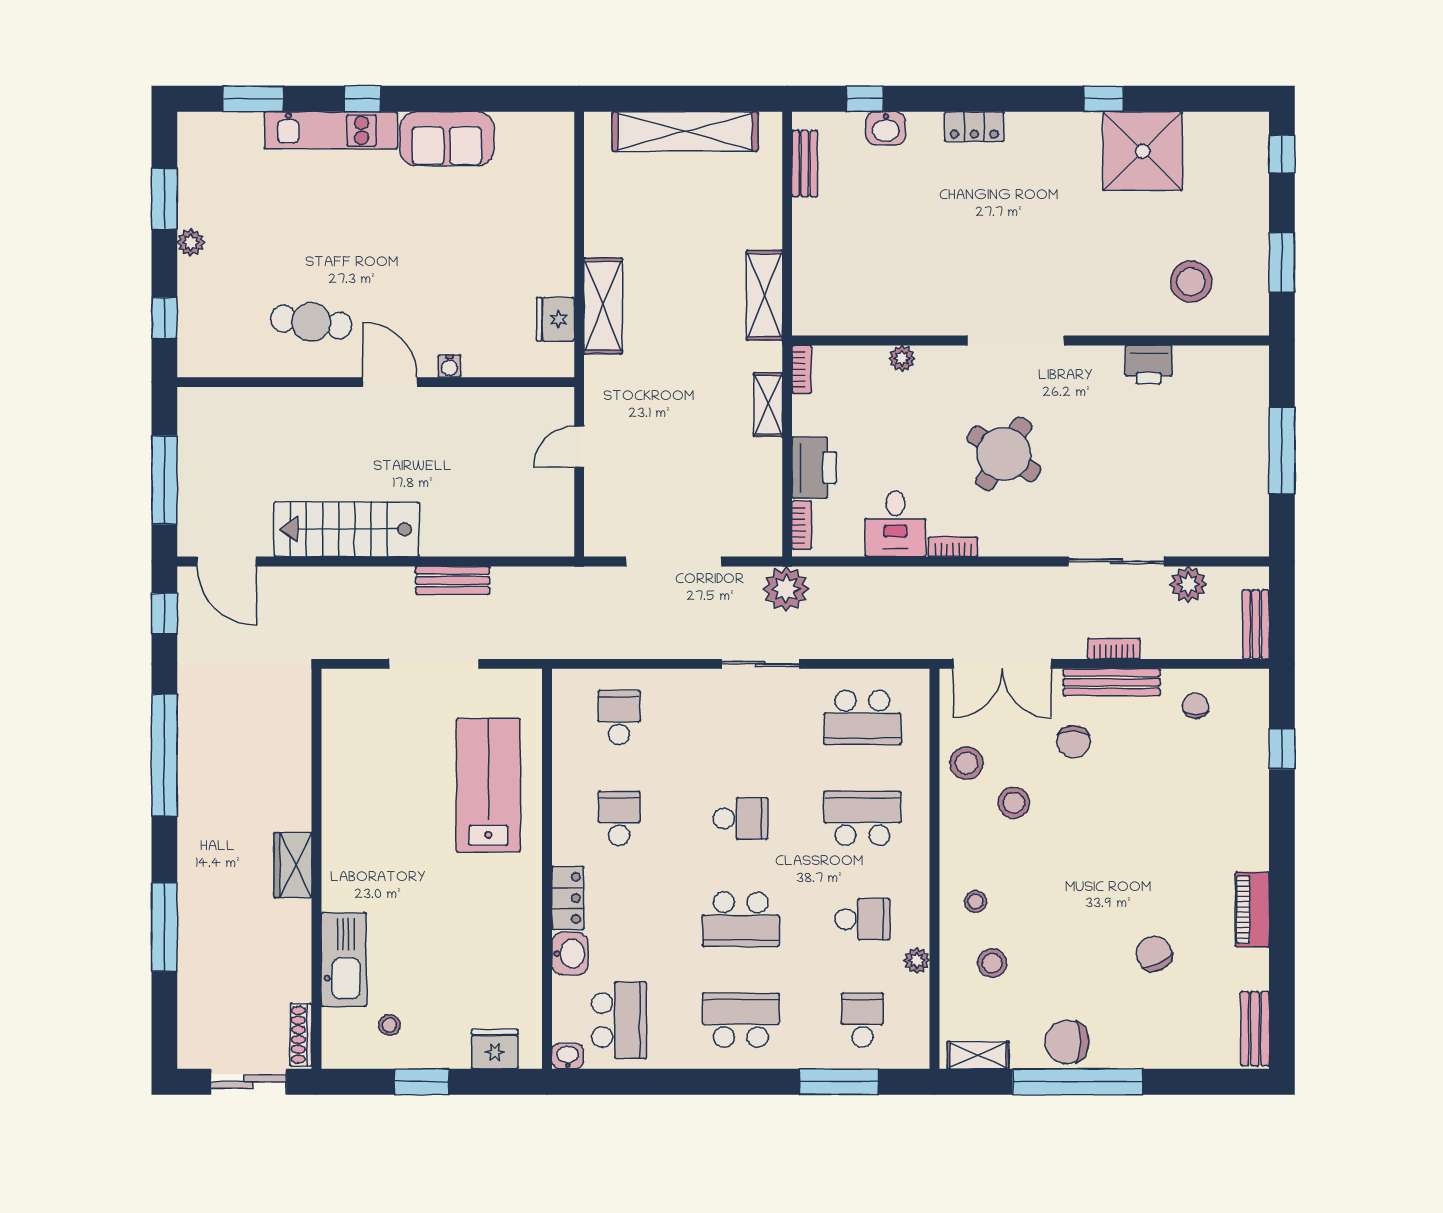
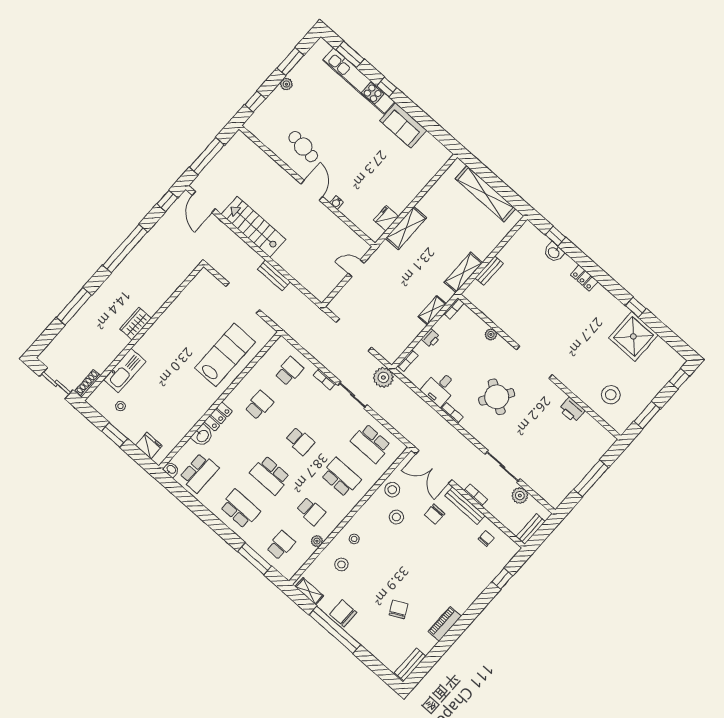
kitchen unit: (331, 130) -> (359, 81), width x1.36
bench: (805, 164) -> (489, 271), moved
printer: (814, 468) -> (431, 338), width x0.53, depth x0.68
bookcase: (690, 679) -> (325, 379), added

